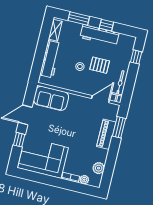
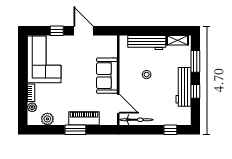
pallet: (100, 65) -> (153, 94), removed
sofa: (51, 98) -> (107, 76), moved
window: (119, 127) -> (75, 130), moved

